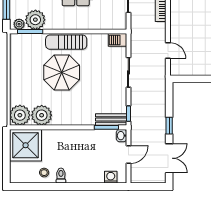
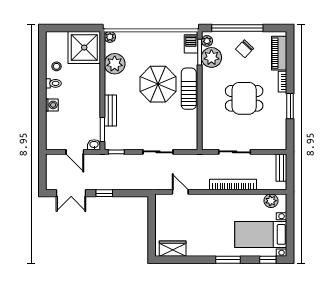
barbecue: (117, 40) -> (191, 44), moved
door: (168, 51) -> (180, 192), swing flipped
plant: (20, 115) -> (110, 37), width x0.53, depth x0.53
bench: (111, 120) -> (110, 111), moved
washing machine: (111, 177) -> (52, 105), moved

